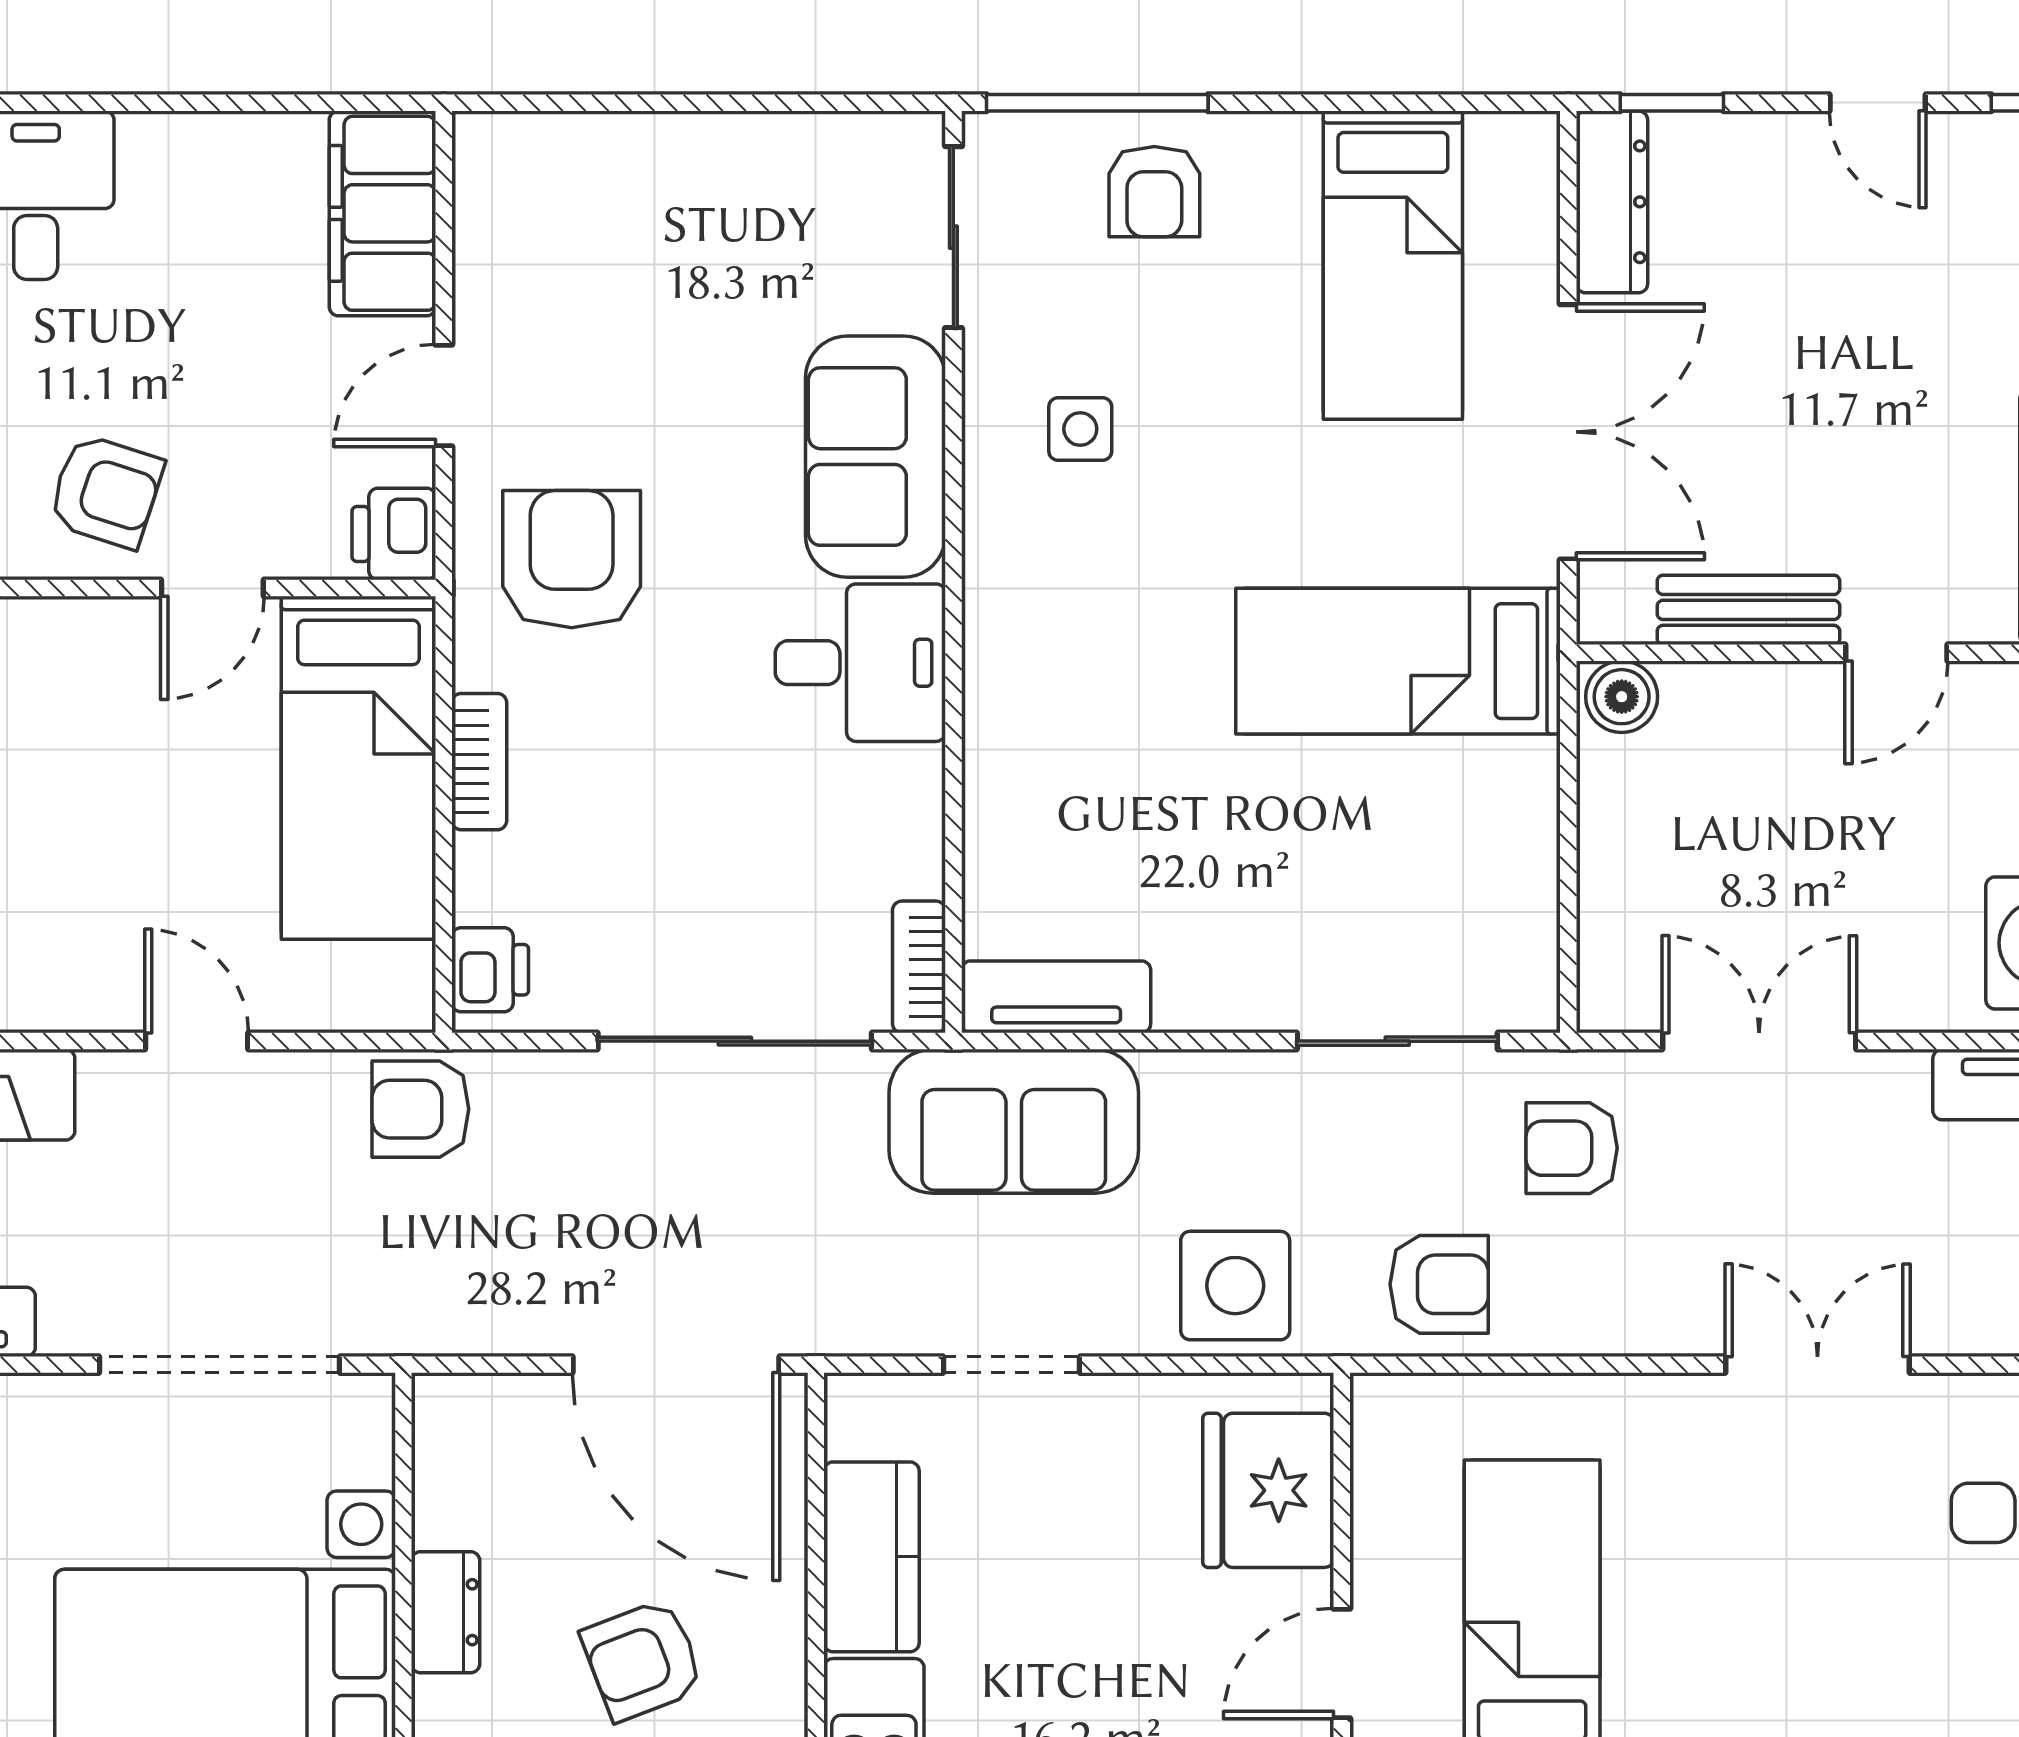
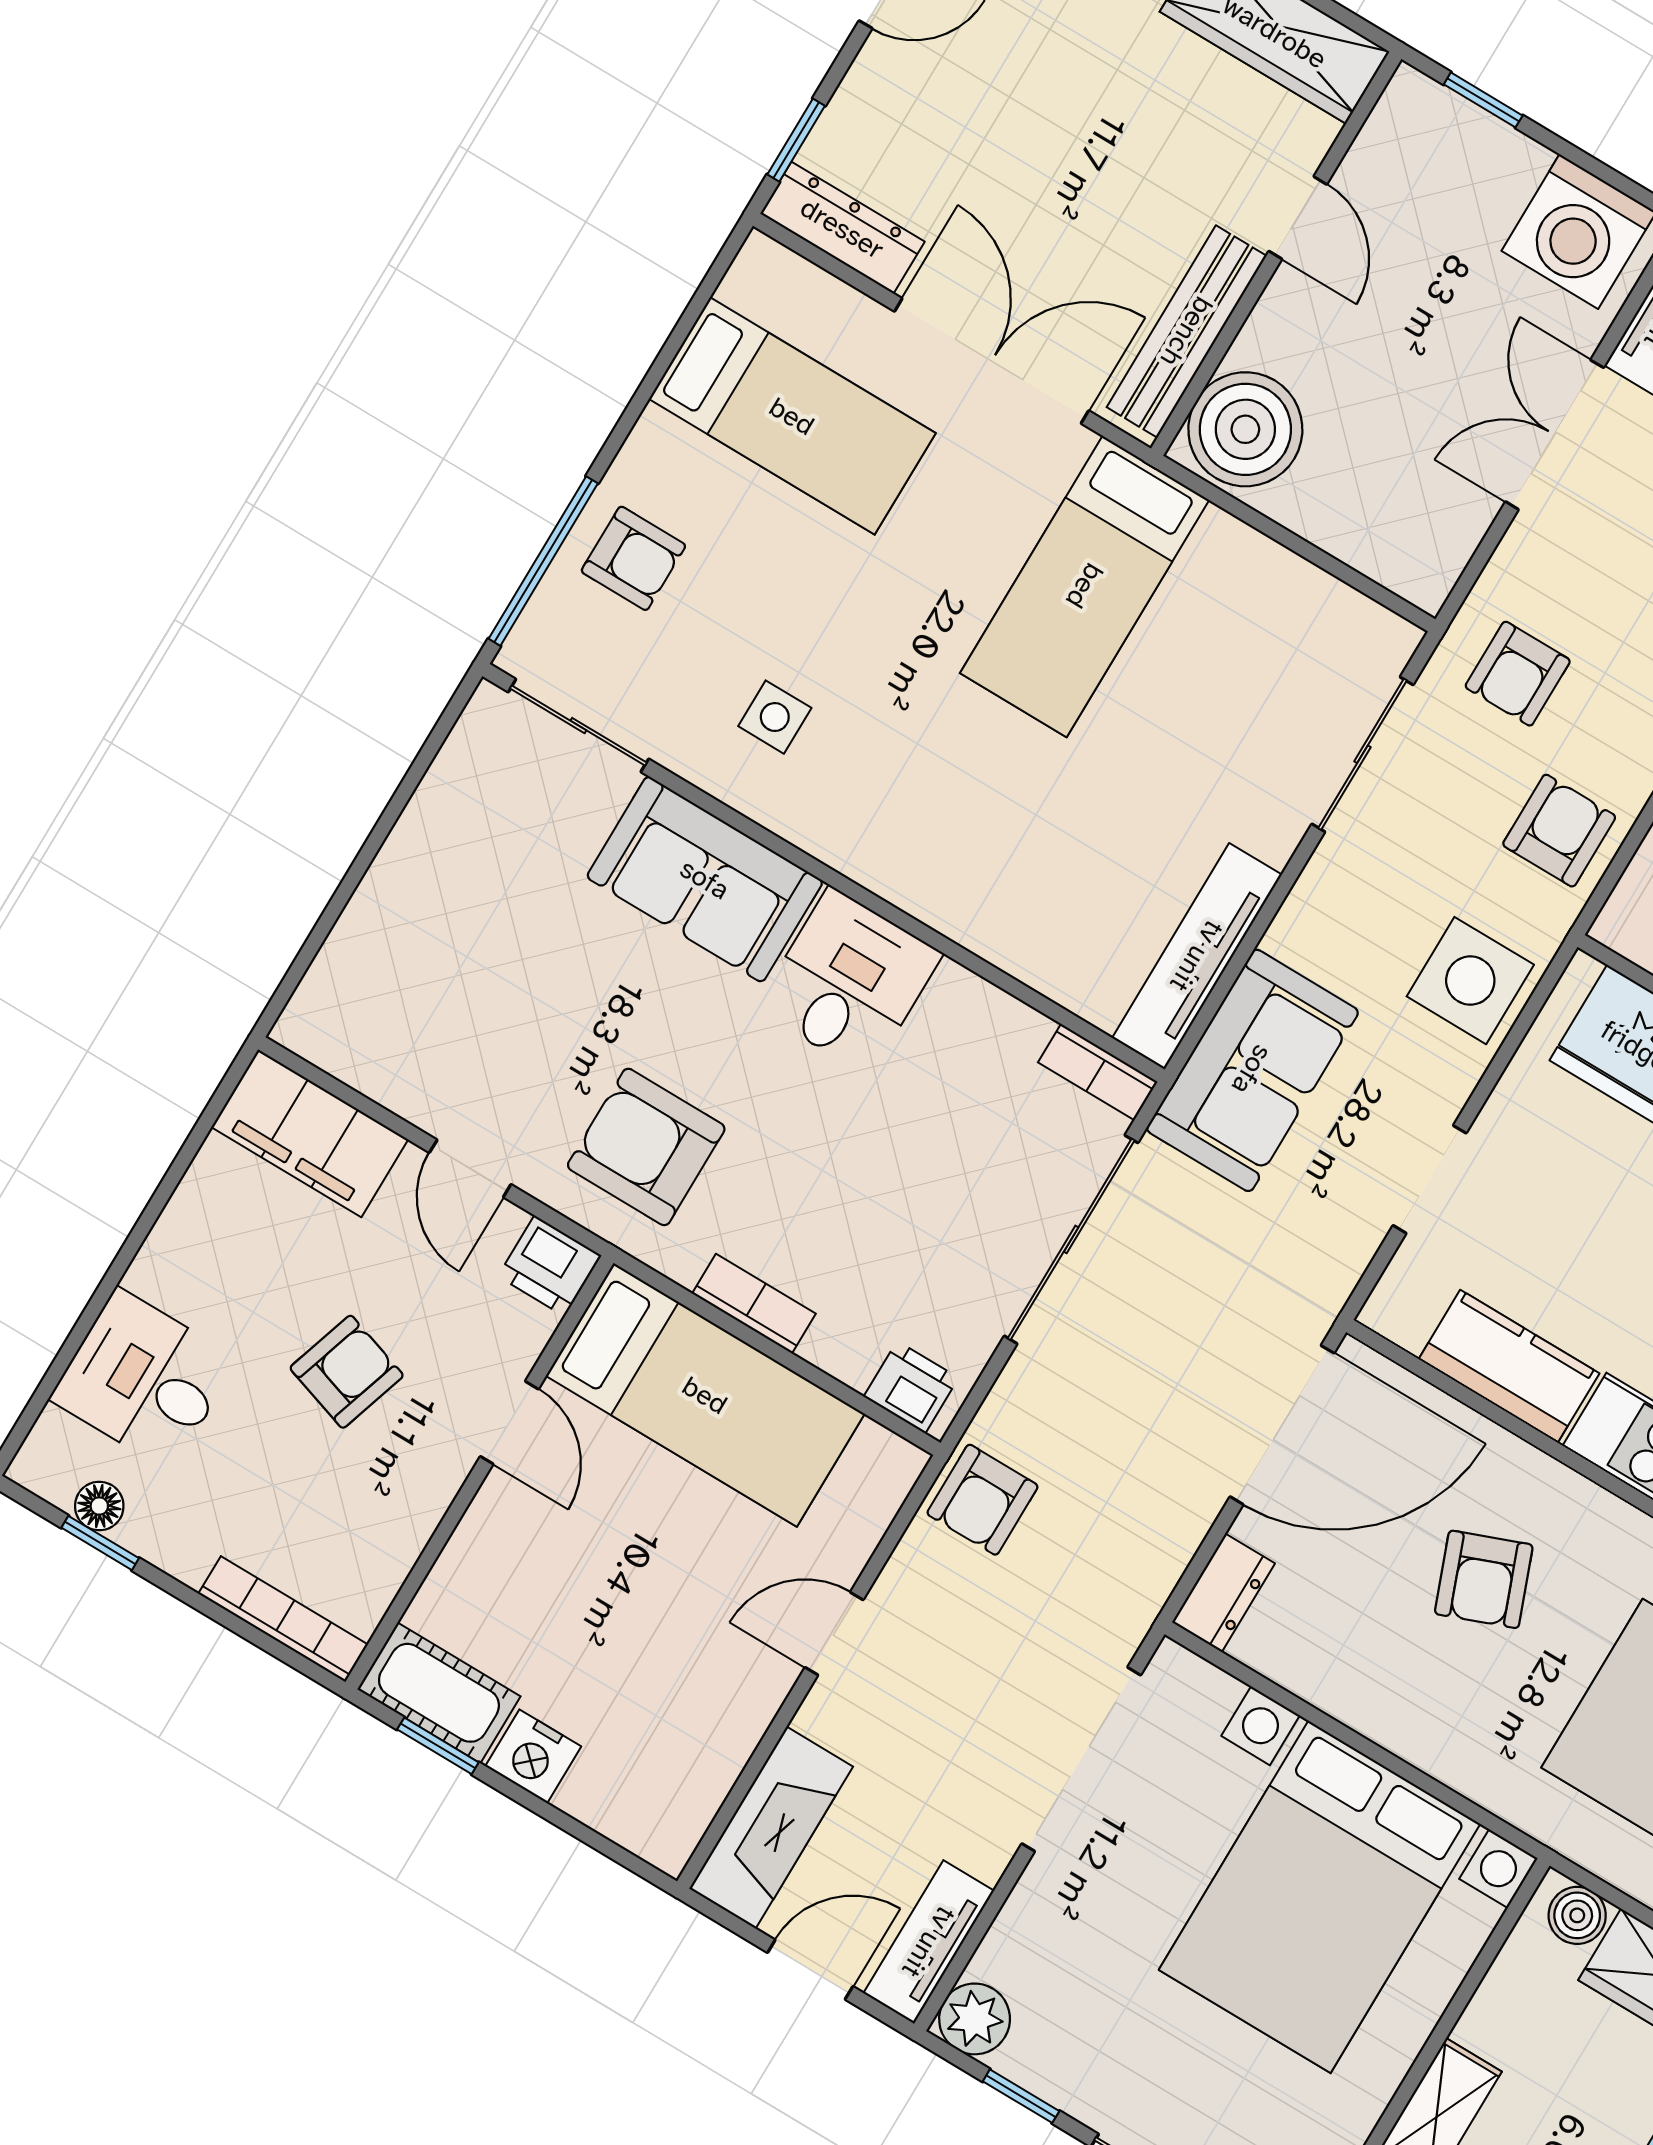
armchair: (106, 491) -> (347, 1372), moved
bench: (1748, 610) -> (1187, 332), width x1.36
boiler: (1622, 697) -> (1245, 429), width x1.86, depth x1.86
tv unit: (1056, 997) -> (1197, 956), width x1.41
double door: (1759, 1041) -> (1555, 435), moved
dresser: (446, 1612) -> (1223, 1593), moved, turned 90

